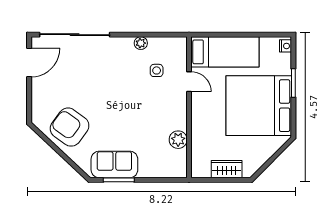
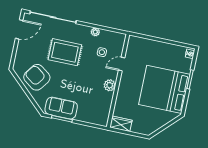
bed: (225, 52) -> (149, 49), removed
rug: (103, 82) -> (65, 52), added
door: (189, 82) -> (122, 64), swing flipped
plant: (178, 140) -> (110, 85), moved
wardrobe: (227, 169) -> (121, 124), moved

